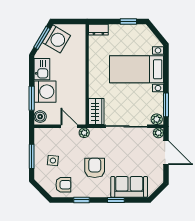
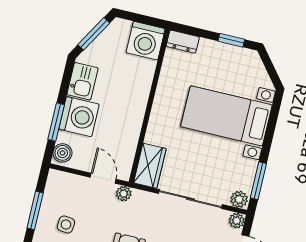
washing machine: (56, 39) -> (146, 41), moved, turned 59

